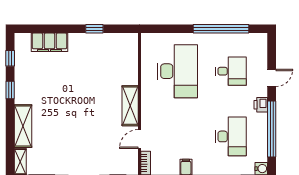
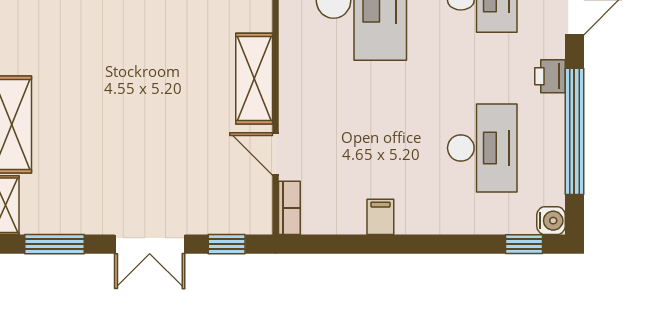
door: (139, 139) -> (276, 154), hinge flipped

